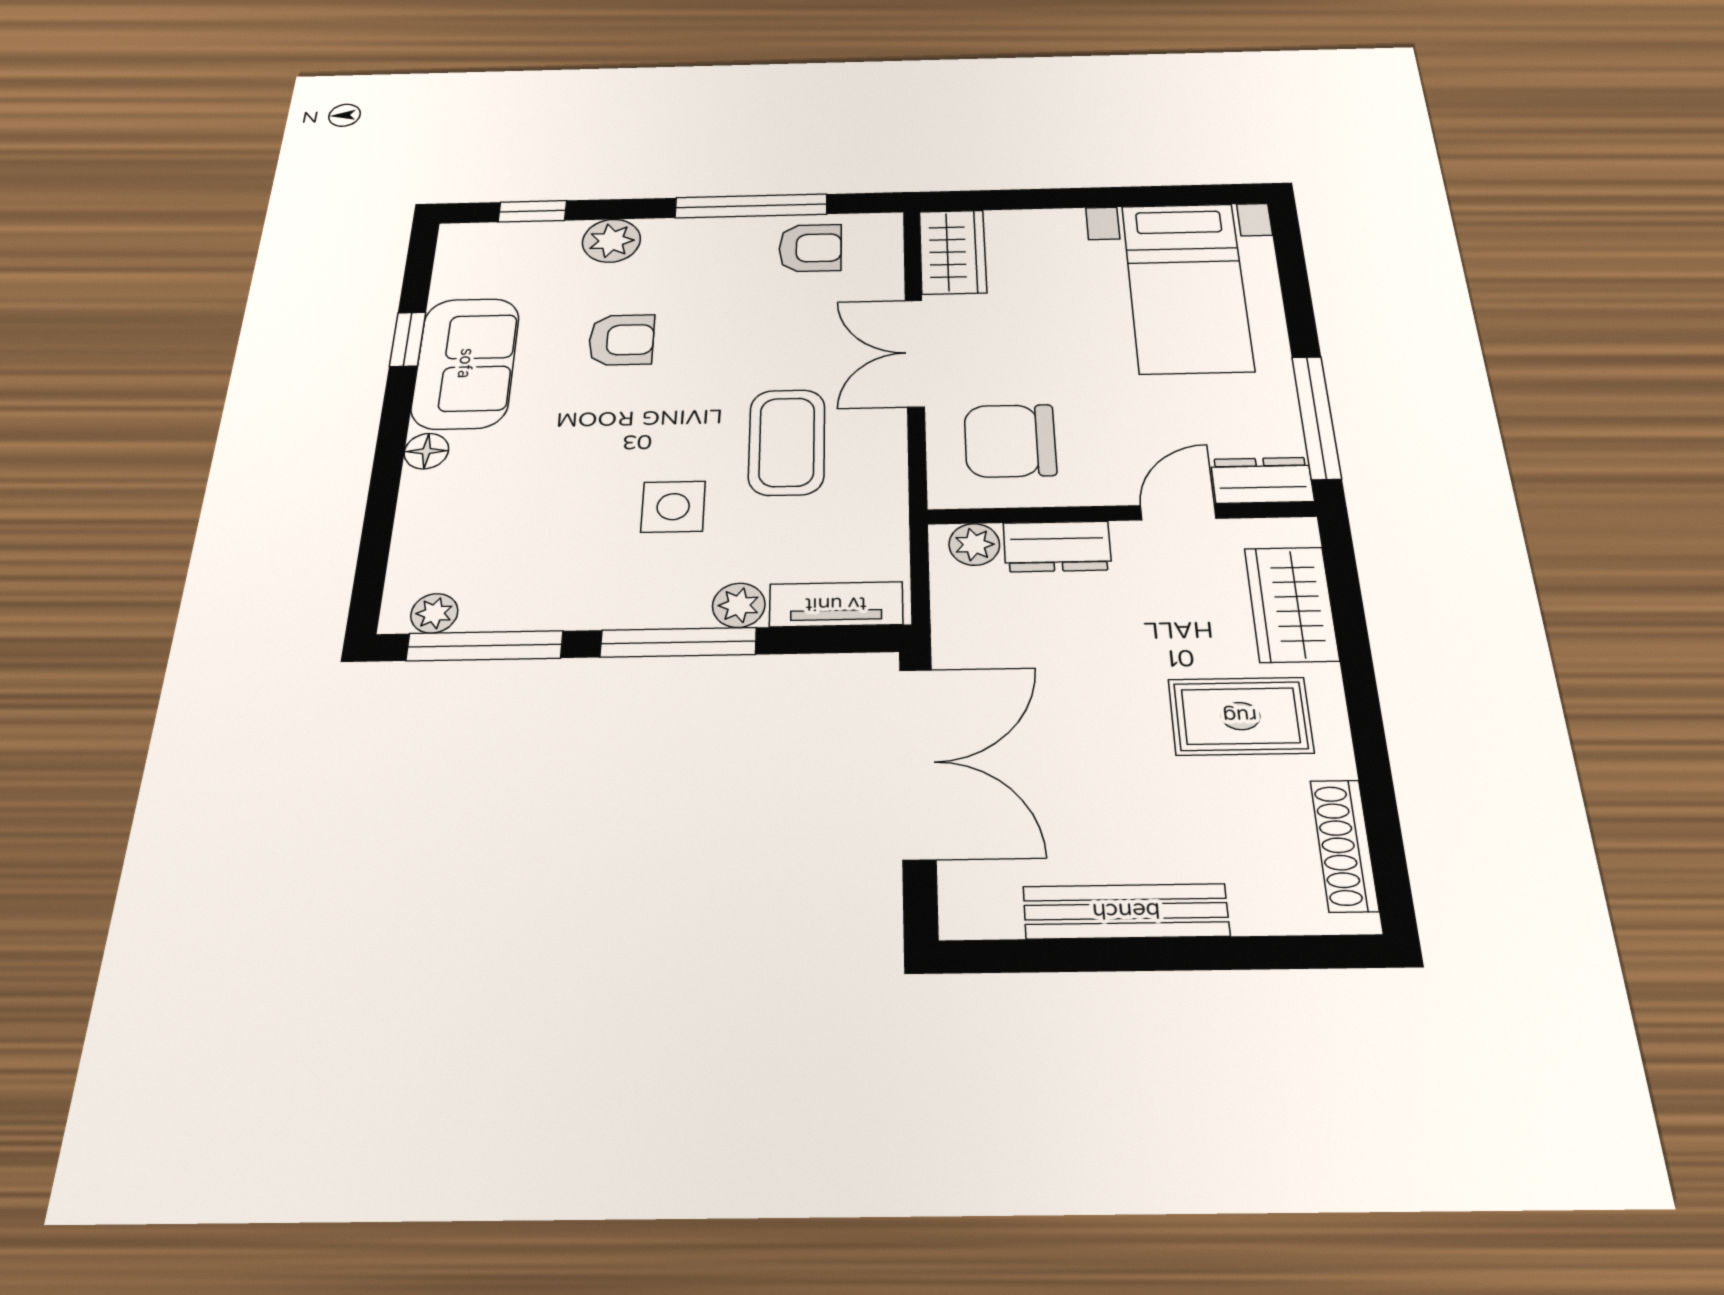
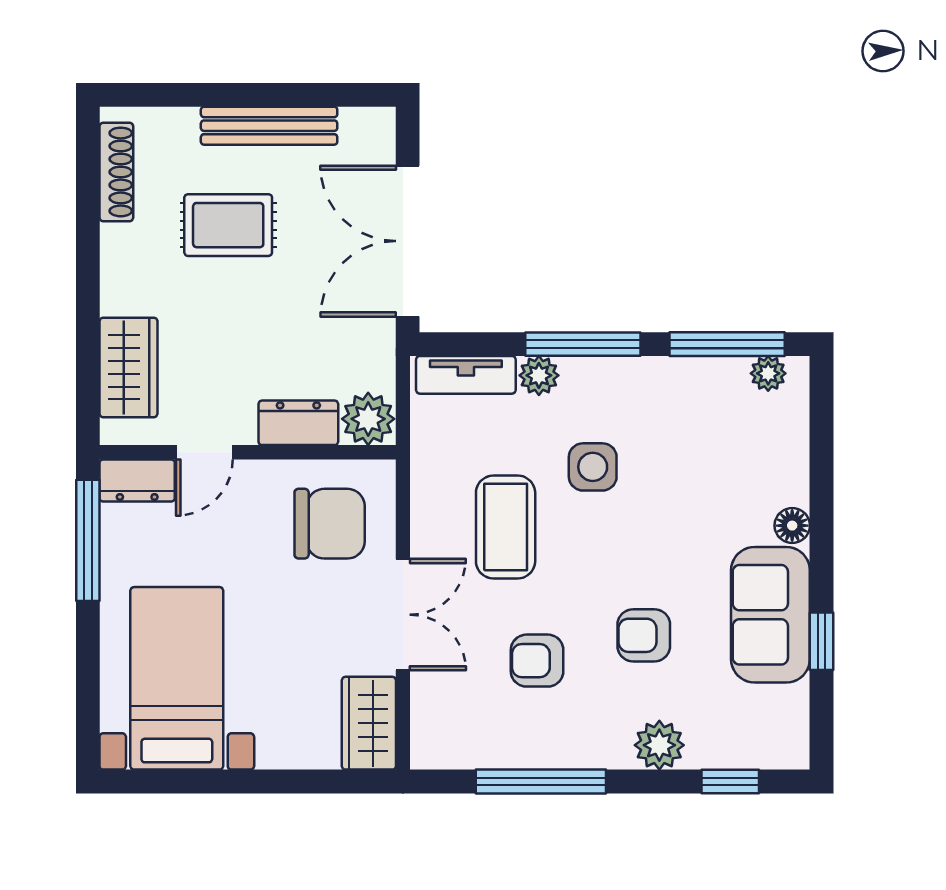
armchair: (810, 248) -> (537, 661), moved
plant: (974, 544) -> (368, 419), width x1.38, depth x1.38
rug: (1240, 716) -> (228, 225), moved

